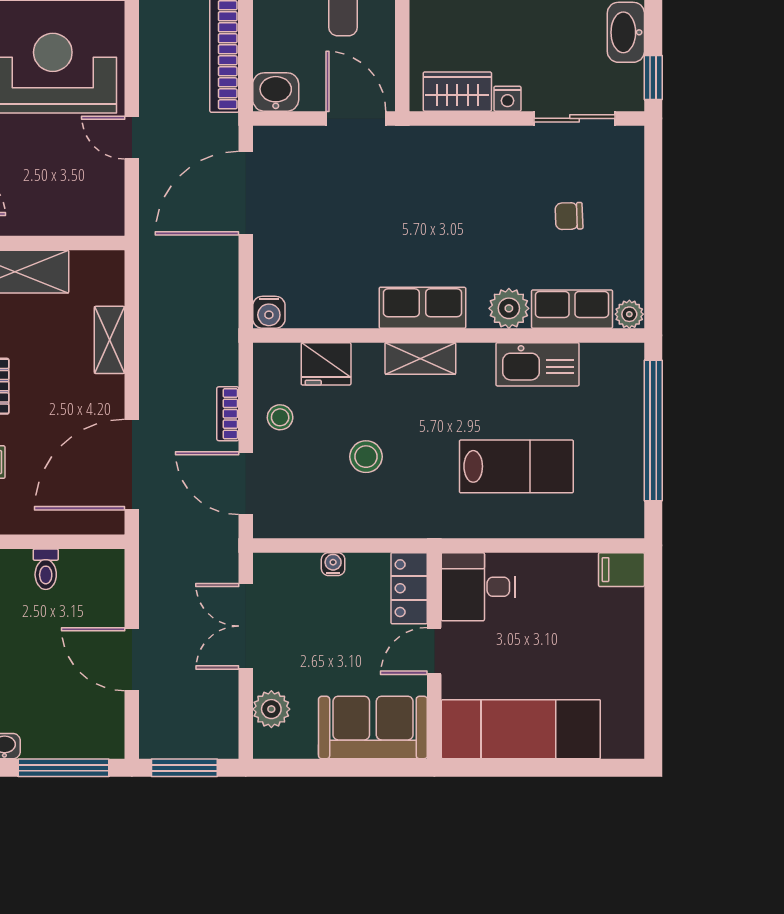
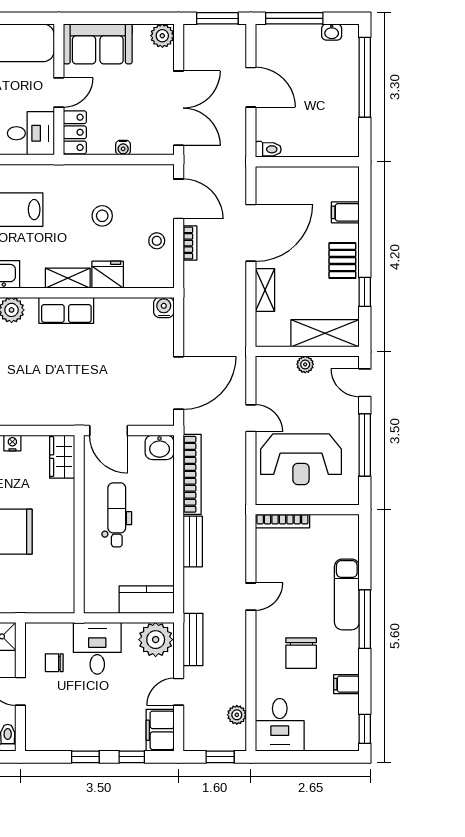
wardrobe: (457, 92) -> (62, 457), moved, turned 90
plant: (46, 222) -> (305, 364), added
fridge: (326, 364) -> (108, 275), moved
door: (132, 465) -> (251, 233), moved
toilet: (46, 569) -> (268, 149), moved, turned 90
double door: (246, 626) -> (179, 108), width x1.37
plant: (271, 709) -> (162, 36), moved

